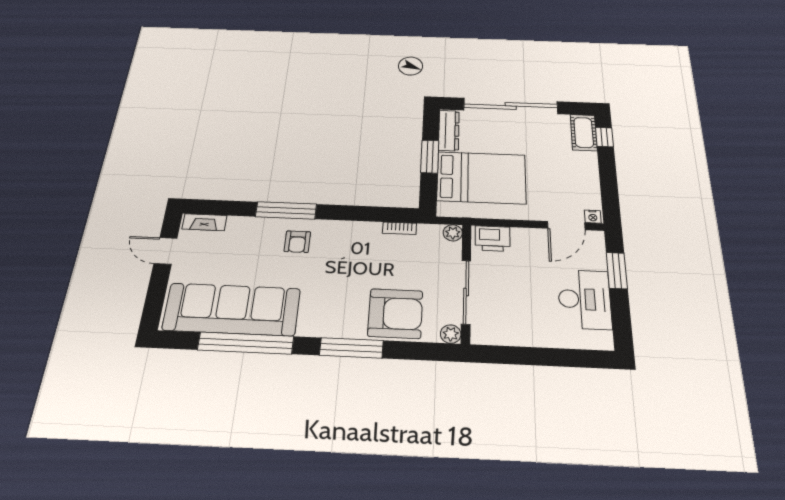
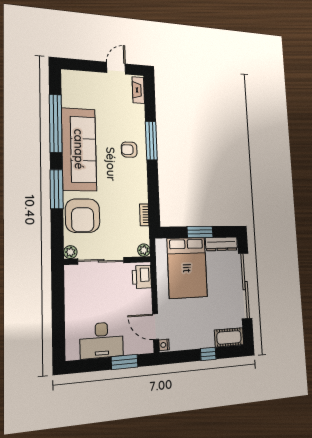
window: (604, 137) -> (208, 354), moved
sofa: (232, 309) -> (79, 149), moved

